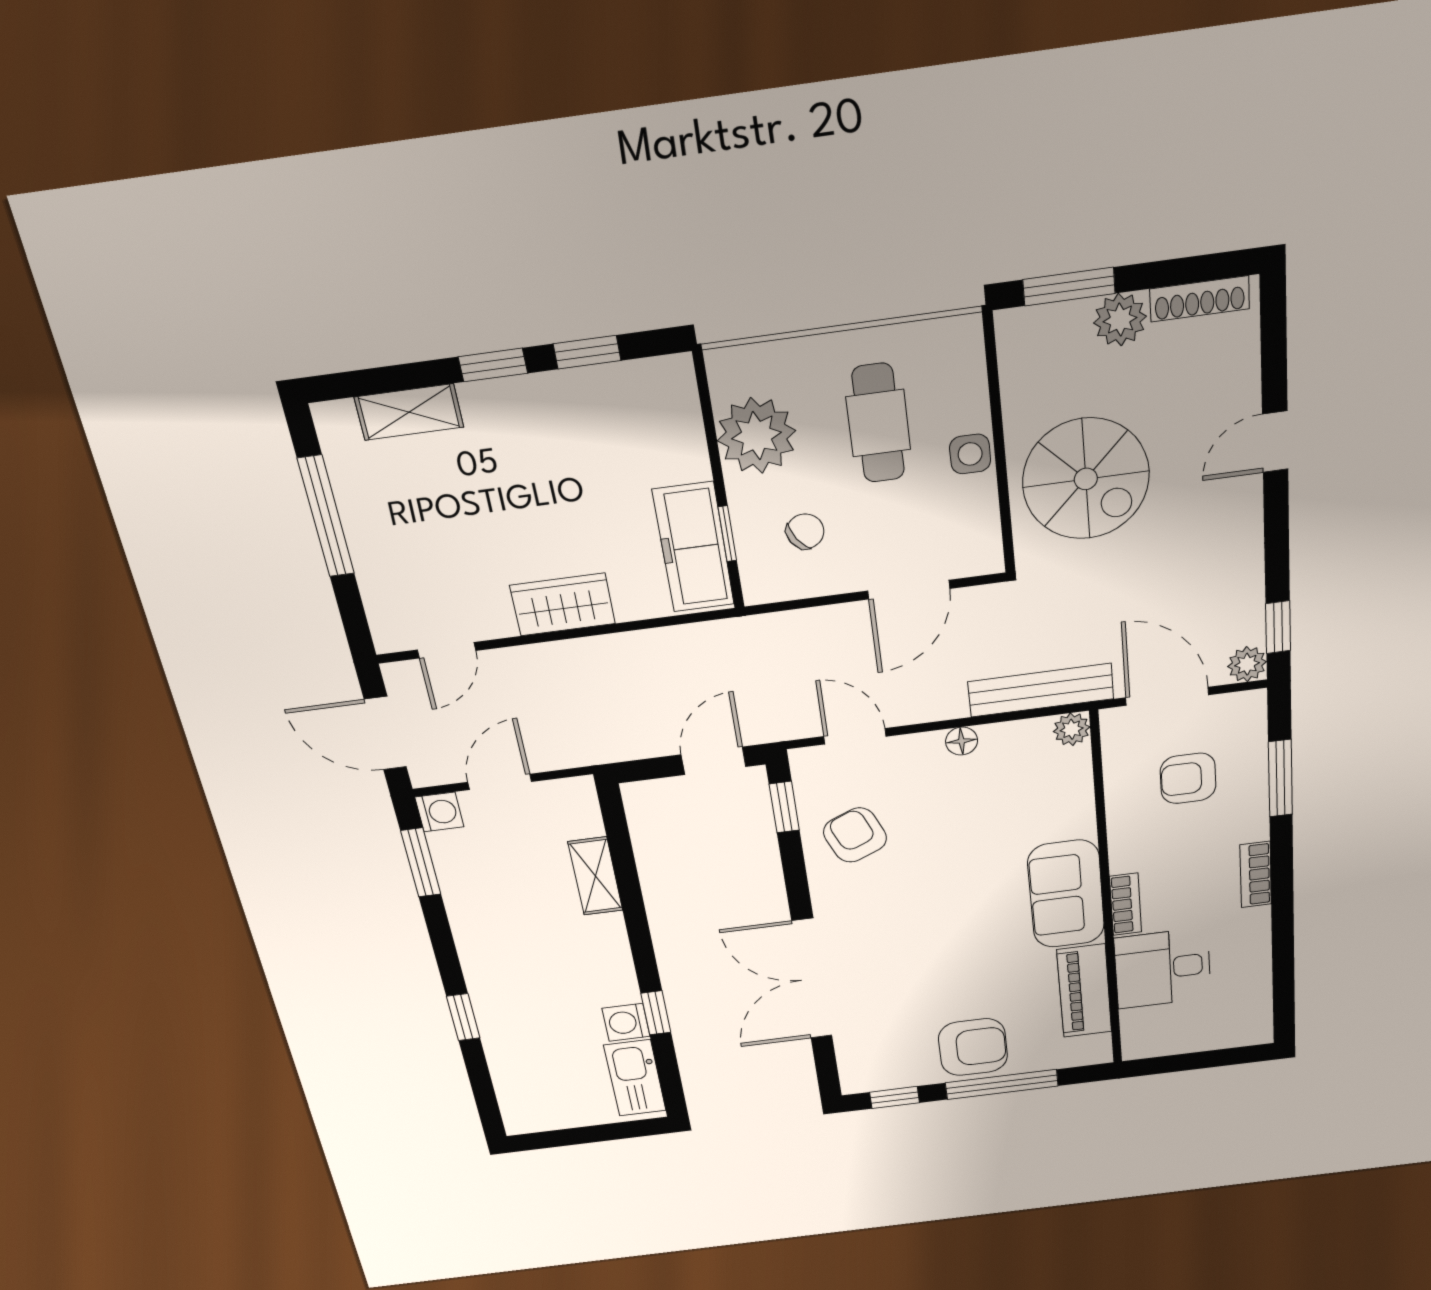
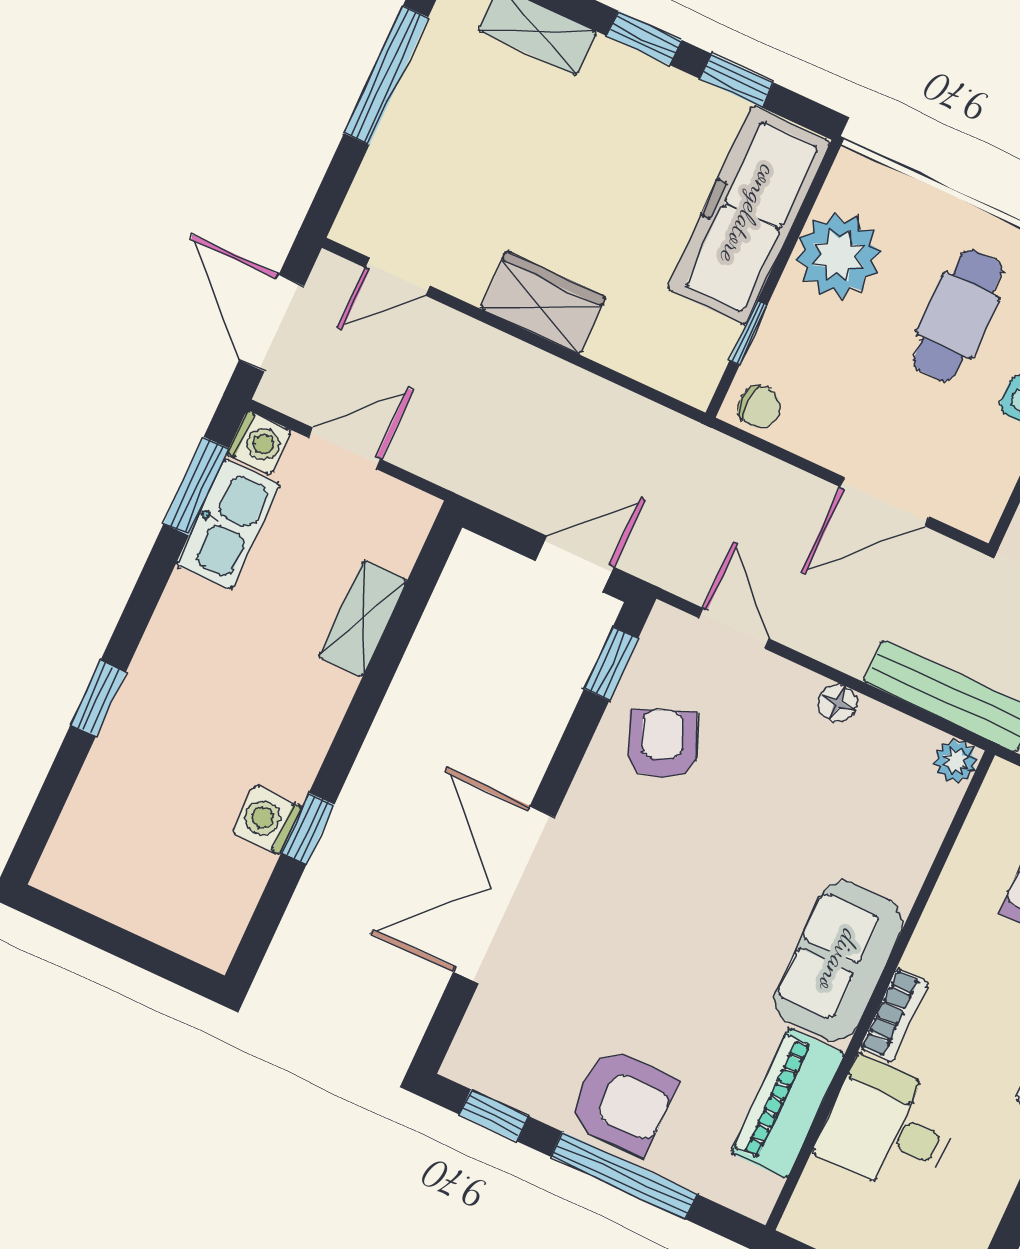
chair: (805, 531) -> (760, 407), moved, turned 33
freezer: (694, 547) -> (749, 215), moved, width x1.36, depth x1.26
kitchen sink: (635, 1078) -> (228, 524), moved, turned 180

